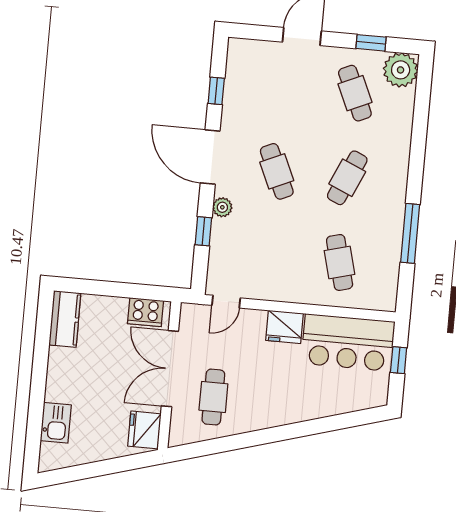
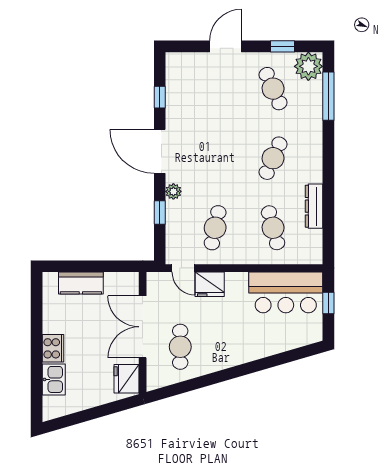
cafe table: (277, 171) -> (215, 228), moved, turned 36
window: (410, 233) -> (328, 96), moved
dresser: (392, 241) -> (314, 206), added
door: (226, 302) -> (183, 268), hinge flipped
cooker: (146, 312) -> (53, 348), moved, turned -90
kitchen counter: (65, 319) -> (81, 283), moved, turned 90
fridge: (285, 327) -> (210, 284), moved

